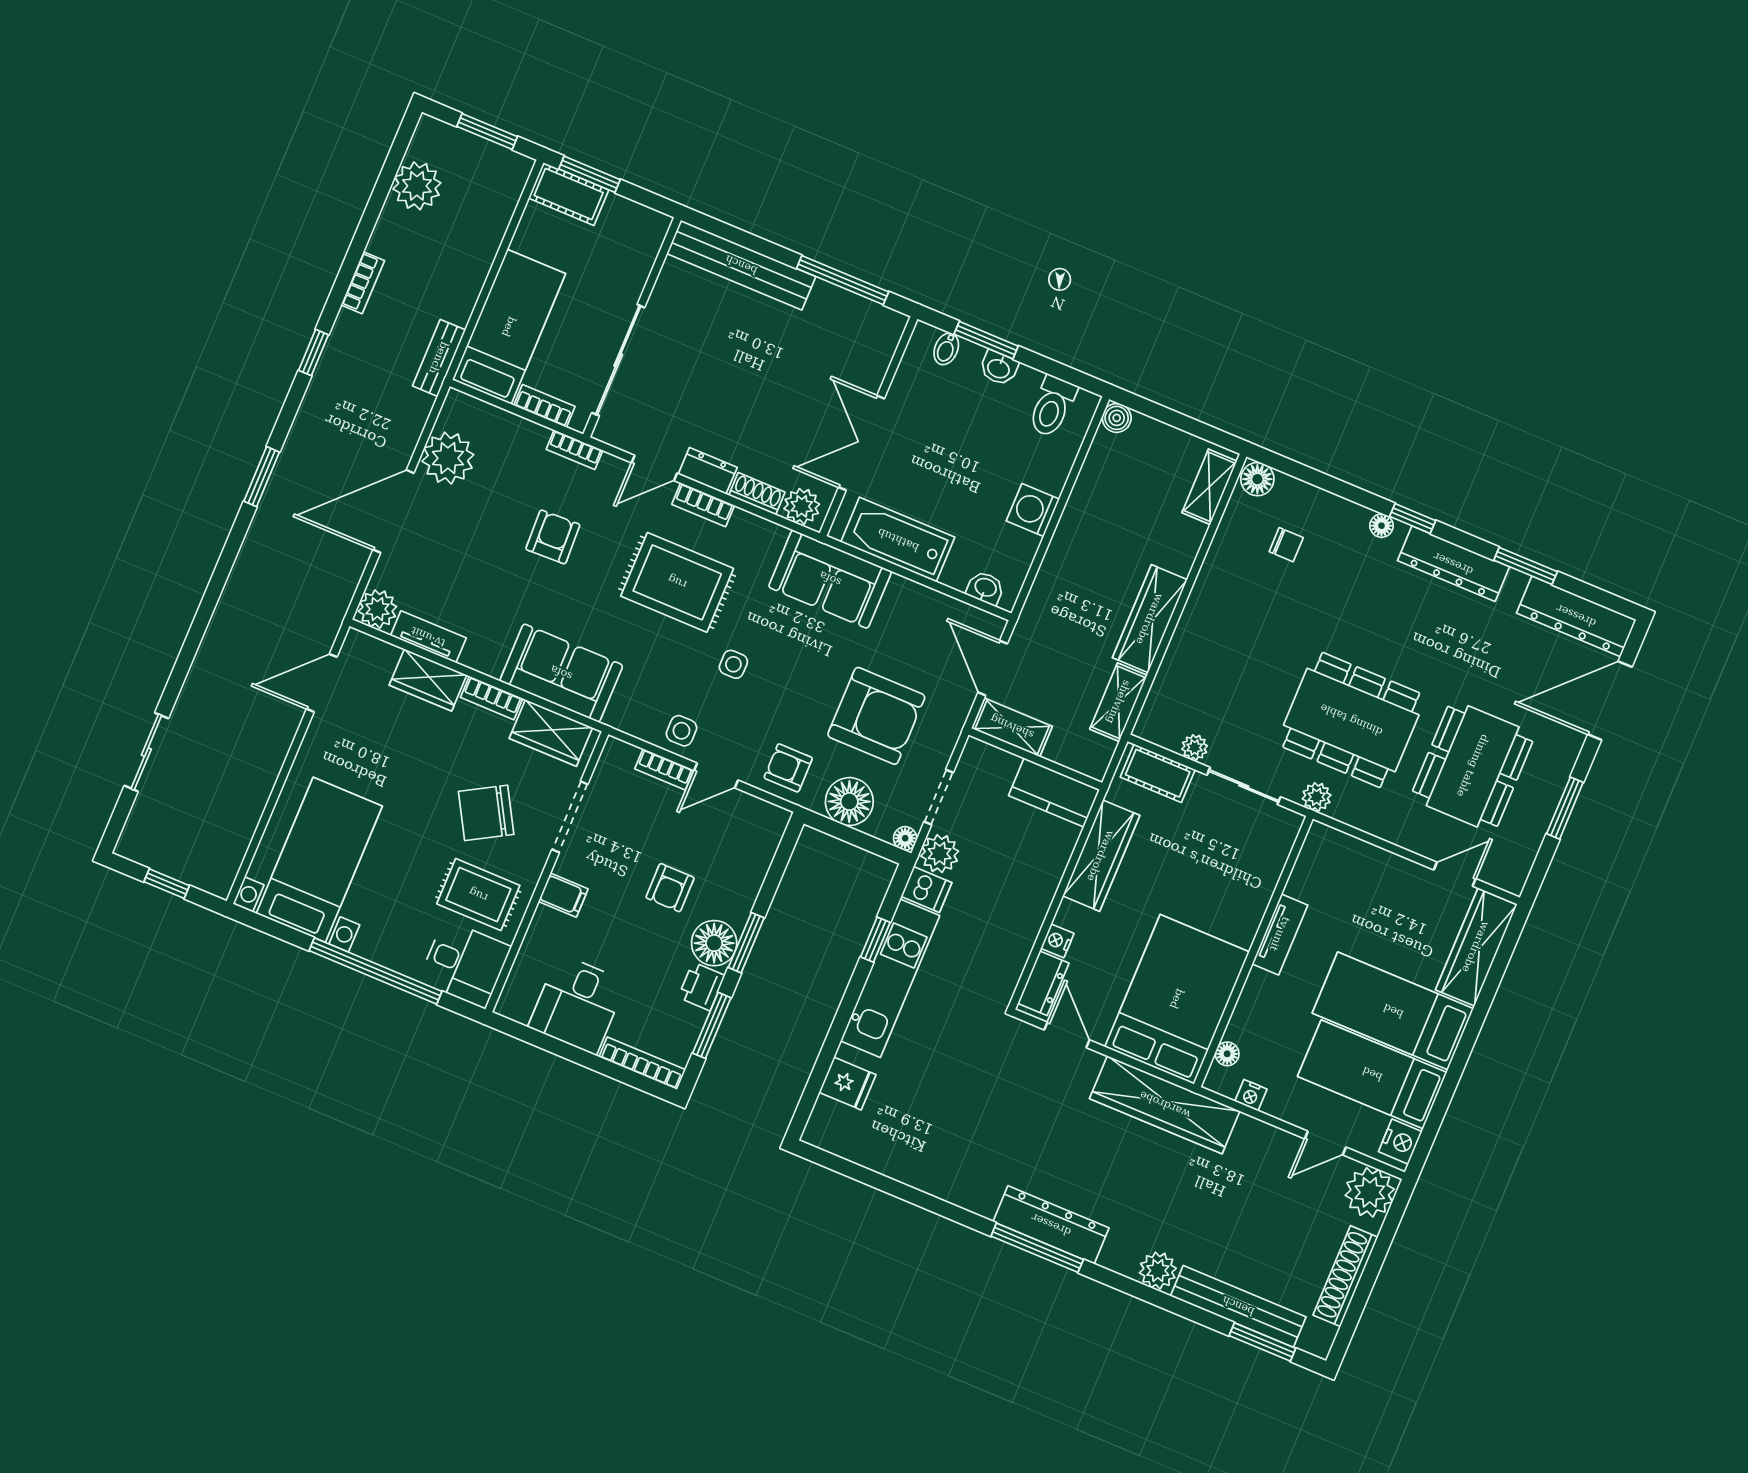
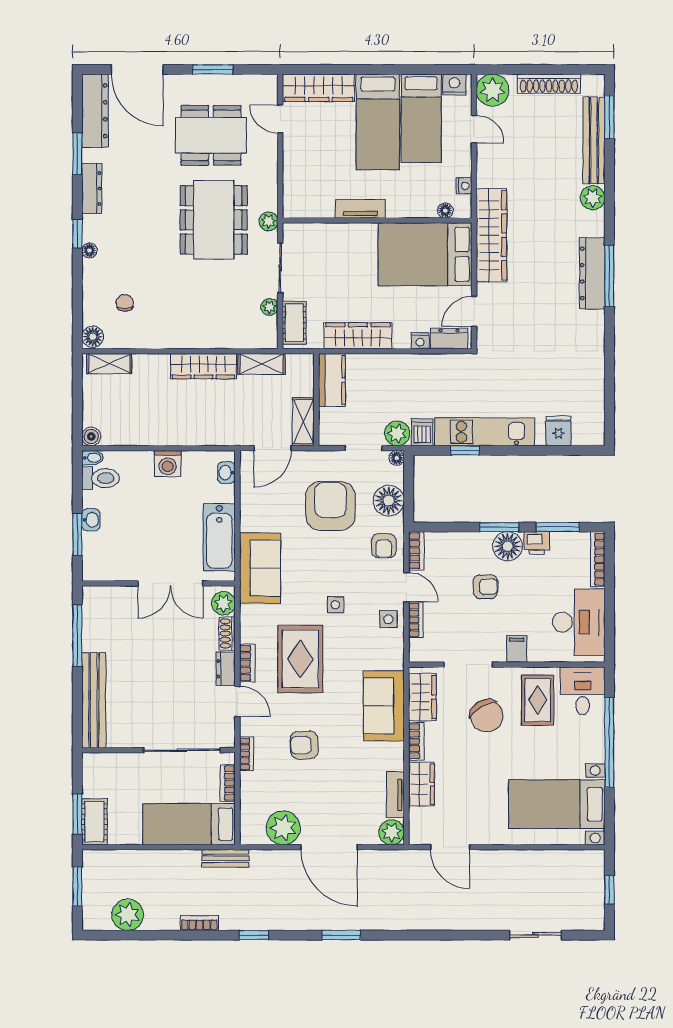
bidet: (946, 349) -> (93, 458), moved
dresser: (1453, 564) -> (92, 189), width x0.73, depth x0.80
bookcase: (762, 811) -> (416, 551), added
desk: (577, 1004) -> (579, 622), width x1.37

